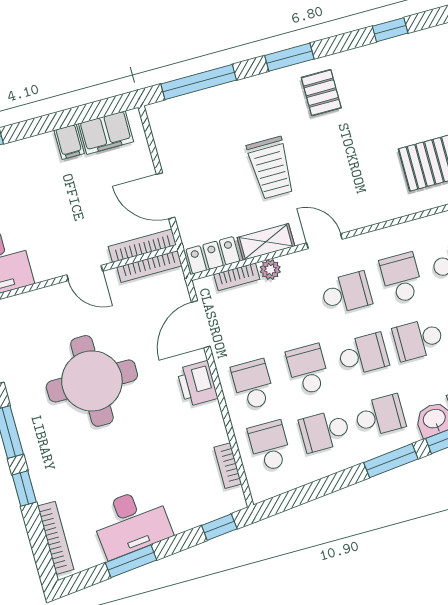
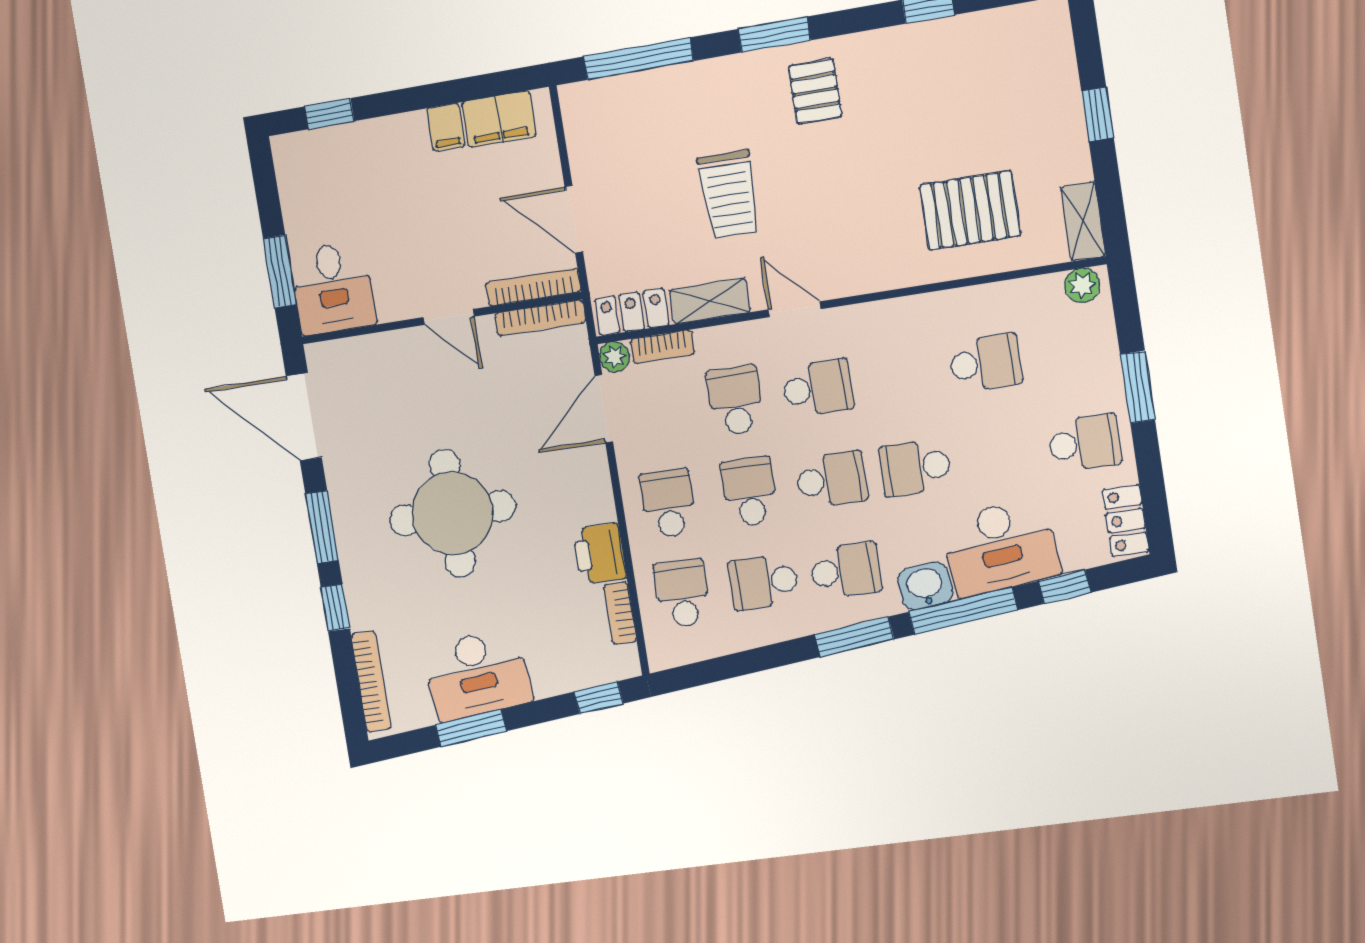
plant: (270, 269) -> (614, 357), moved
school desk: (401, 278) -> (735, 401), moved
round table: (92, 381) -> (452, 513), moved
printer: (197, 384) -> (599, 554), moved

